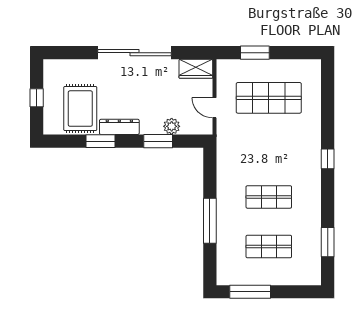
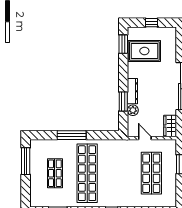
door: (214, 108) -> (145, 138), hinge flipped
dresser: (119, 127) -> (132, 91), moved
window: (100, 141) -> (123, 44), moved
shop shelf: (269, 197) -> (87, 173), width x2.00, depth x1.36

